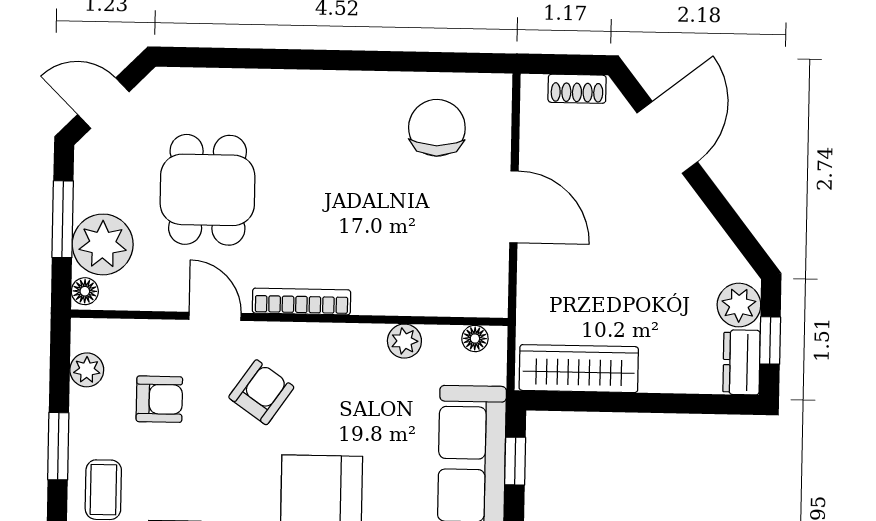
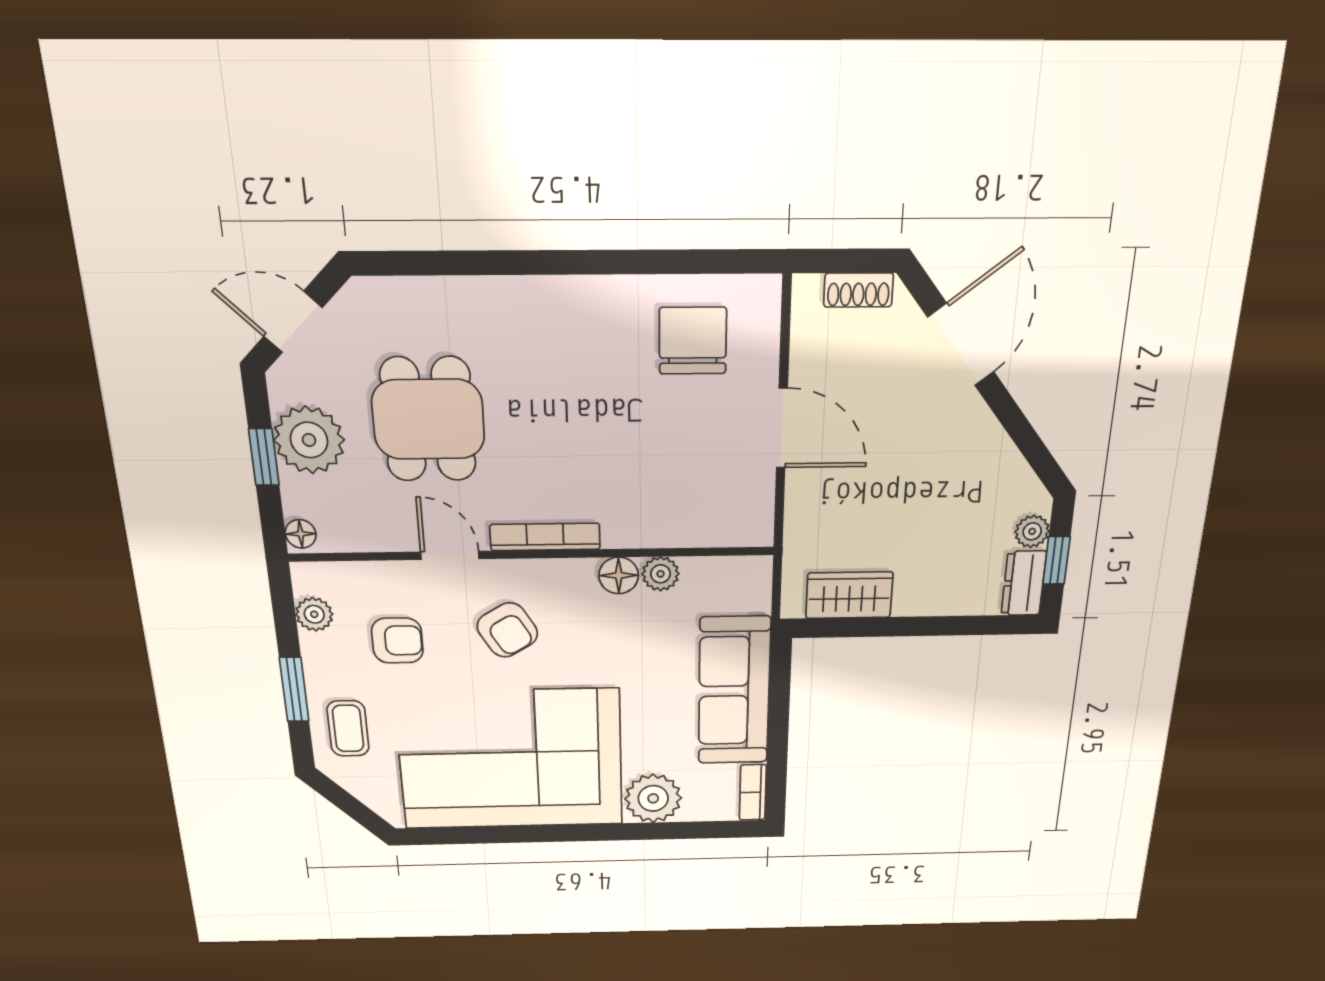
window: (63, 219) -> (264, 457), width x0.67
plant: (103, 244) -> (309, 440), moved
plant: (739, 305) -> (1032, 531), width x0.73, depth x0.73
floor lamp: (475, 338) -> (619, 575), moved, width x1.37, depth x1.37
wardrobe: (579, 369) -> (849, 595), width x0.67
armchair: (261, 392) -> (507, 630), turned 114
window: (515, 461) -> (780, 686), removed

